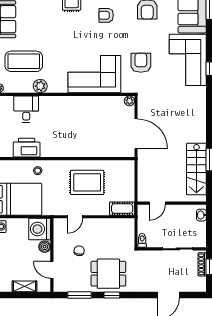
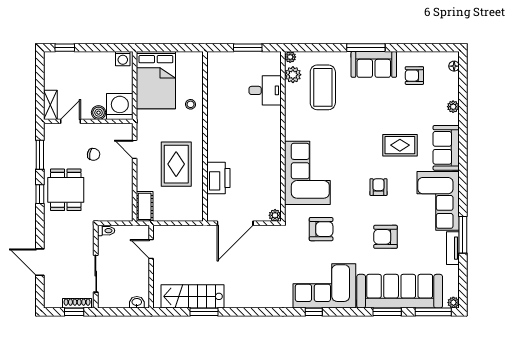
plant: (40, 86) -> (293, 75), moved
printer: (27, 148) -> (218, 178), moved
shelving: (24, 286) -> (50, 105), moved

